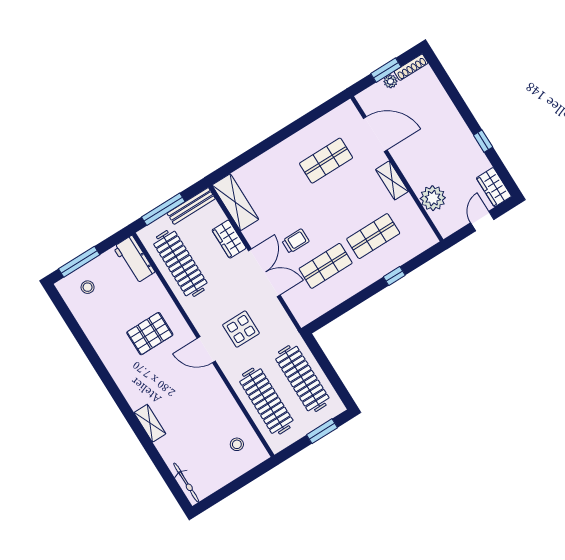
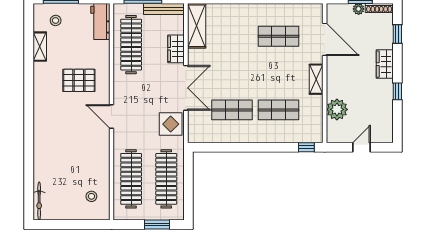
window: (446, 82) -> (397, 34), added
wardrobe: (494, 187) -> (385, 64), moved
trolley: (295, 241) -> (222, 79), removed
window: (394, 276) -> (306, 147), moved
display table: (241, 329) -> (171, 124), moved
shelving: (150, 423) -> (40, 47), moved

